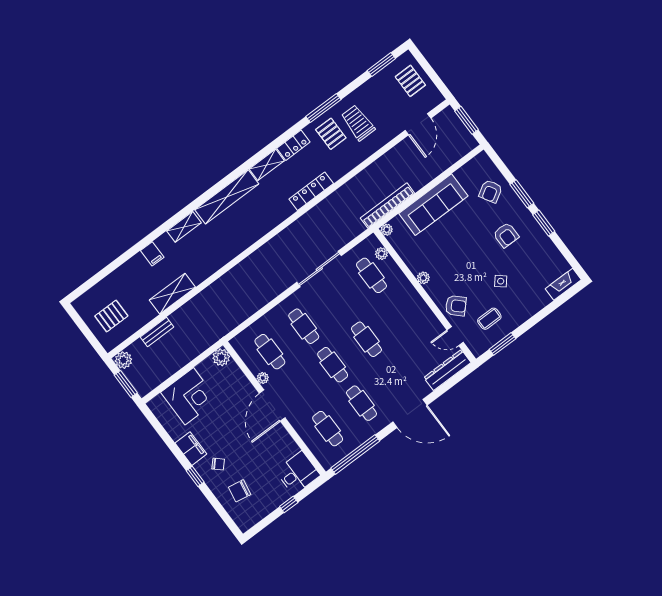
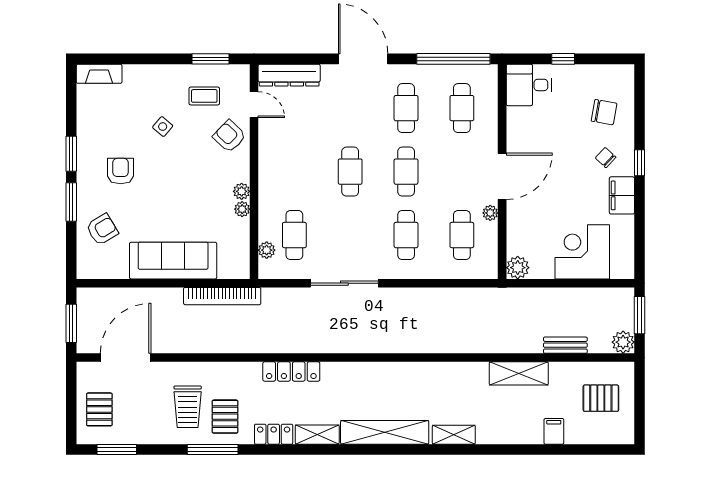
door: (418, 124) -> (126, 358), width x1.36
plant: (387, 230) -> (242, 209), moved
filing cabinet: (152, 254) -> (554, 431), moved

